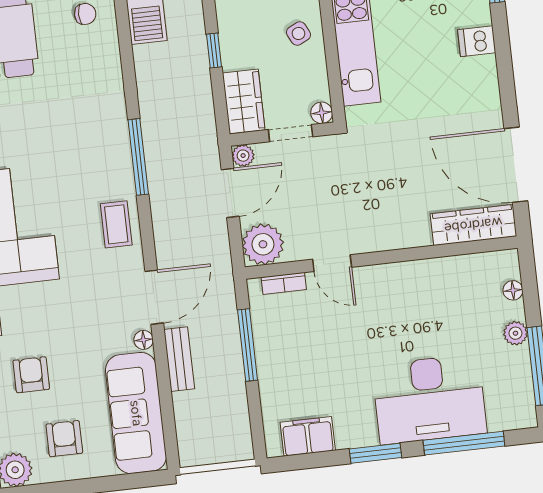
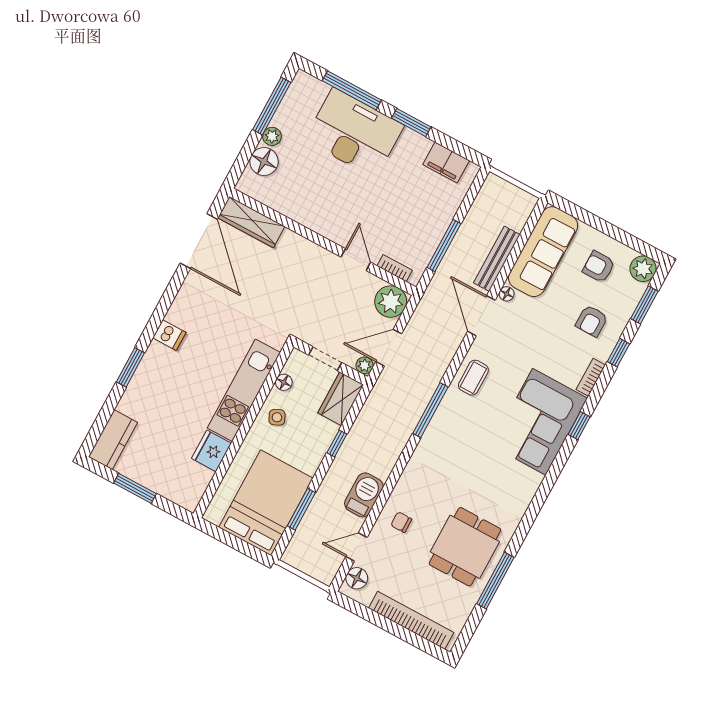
floor lamp: (322, 113) -> (284, 382), moved
floor lamp: (513, 290) -> (264, 162), width x1.89, depth x1.89
door: (154, 297) -> (481, 316), hinge flipped
bench: (179, 359) -> (497, 259), width x1.36
armchair: (64, 439) -> (599, 267), turned 90

